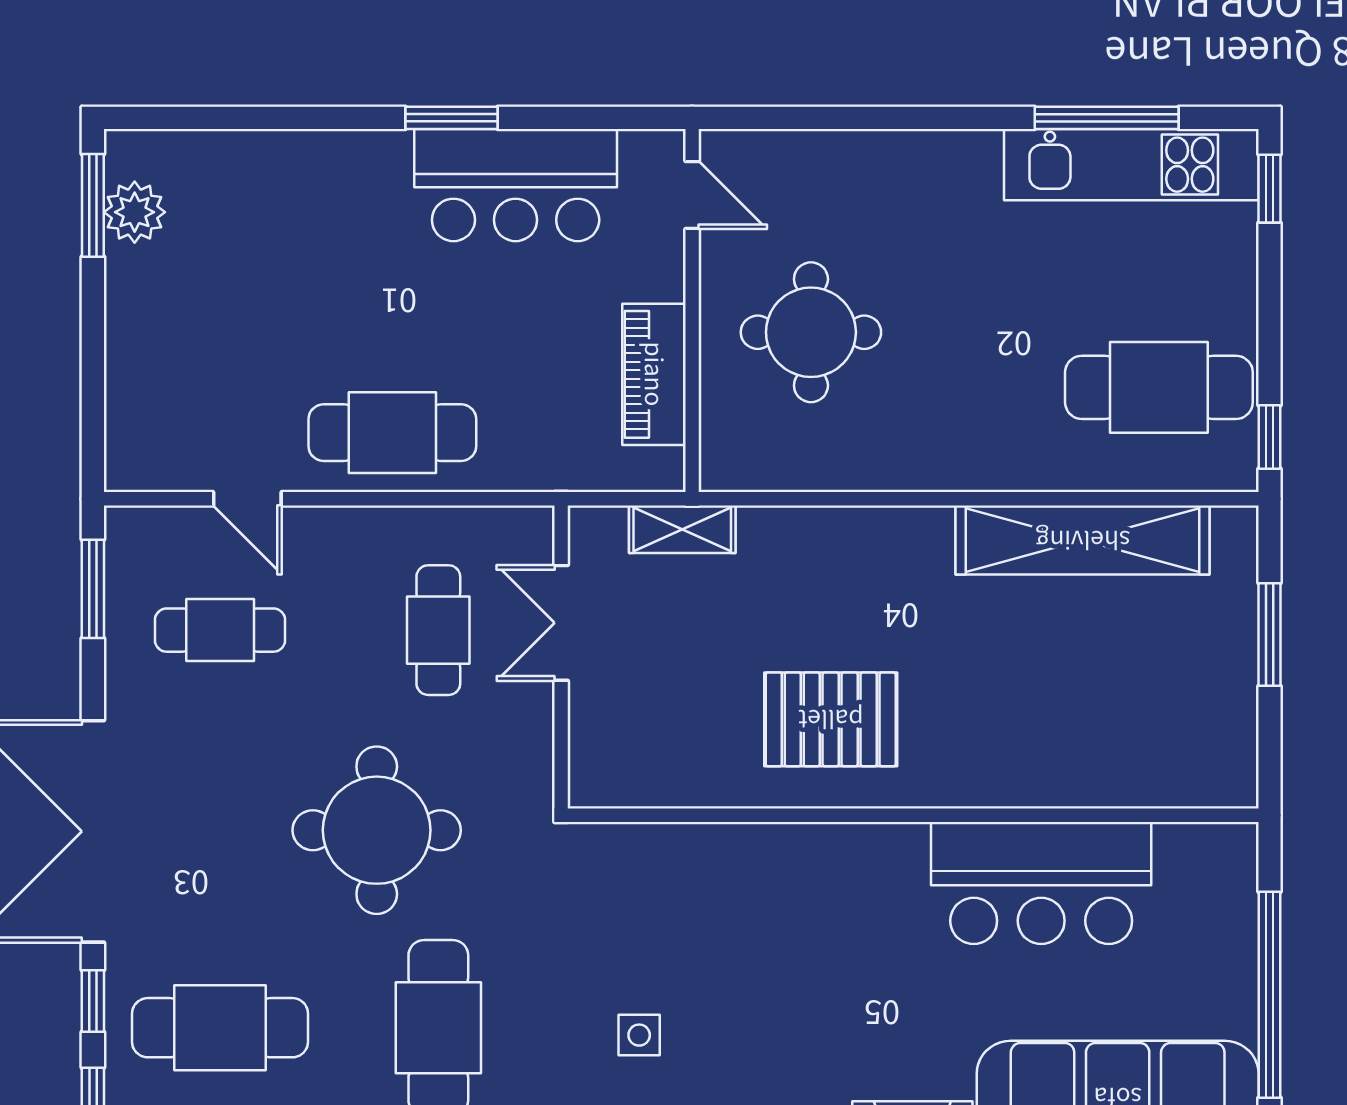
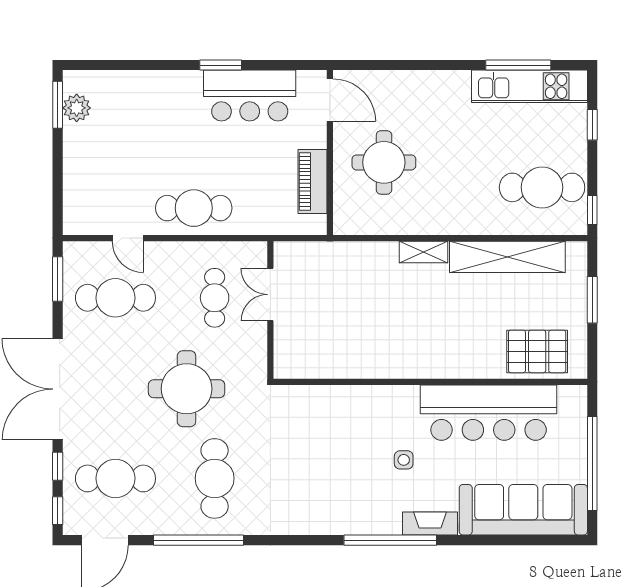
window: (1269, 189) -> (592, 125), moved
door: (692, 195) -> (330, 100), width x1.38
shelving: (682, 529) -> (423, 252), moved
cafe table: (220, 630) -> (115, 298), width x1.37, depth x1.35
pallet: (831, 719) -> (537, 351), moved
bar counter: (1041, 883) -> (489, 413), width x1.36
side table: (639, 1035) -> (404, 460), moved

